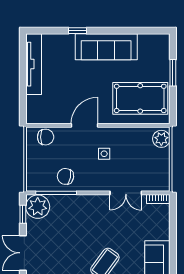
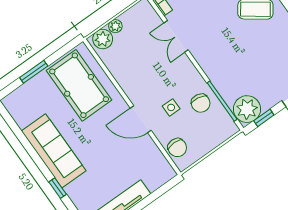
chair: (46, 137) -> (177, 148), turned 180
side table: (104, 154) -> (171, 107), moved
plant: (164, 155) -> (115, 26), added
double door: (126, 193) -> (176, 36), swing flipped

